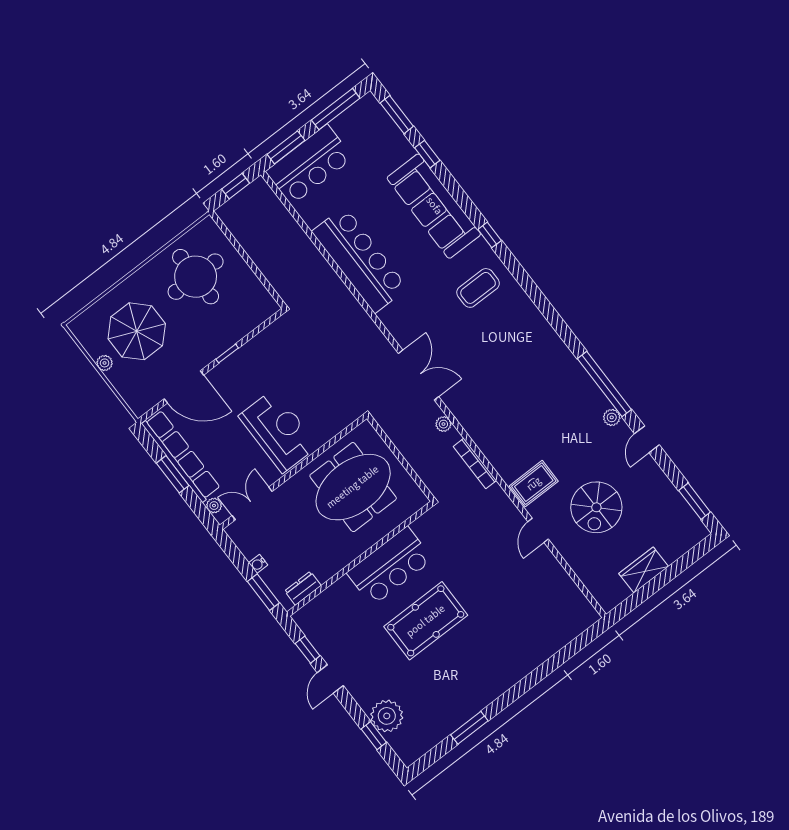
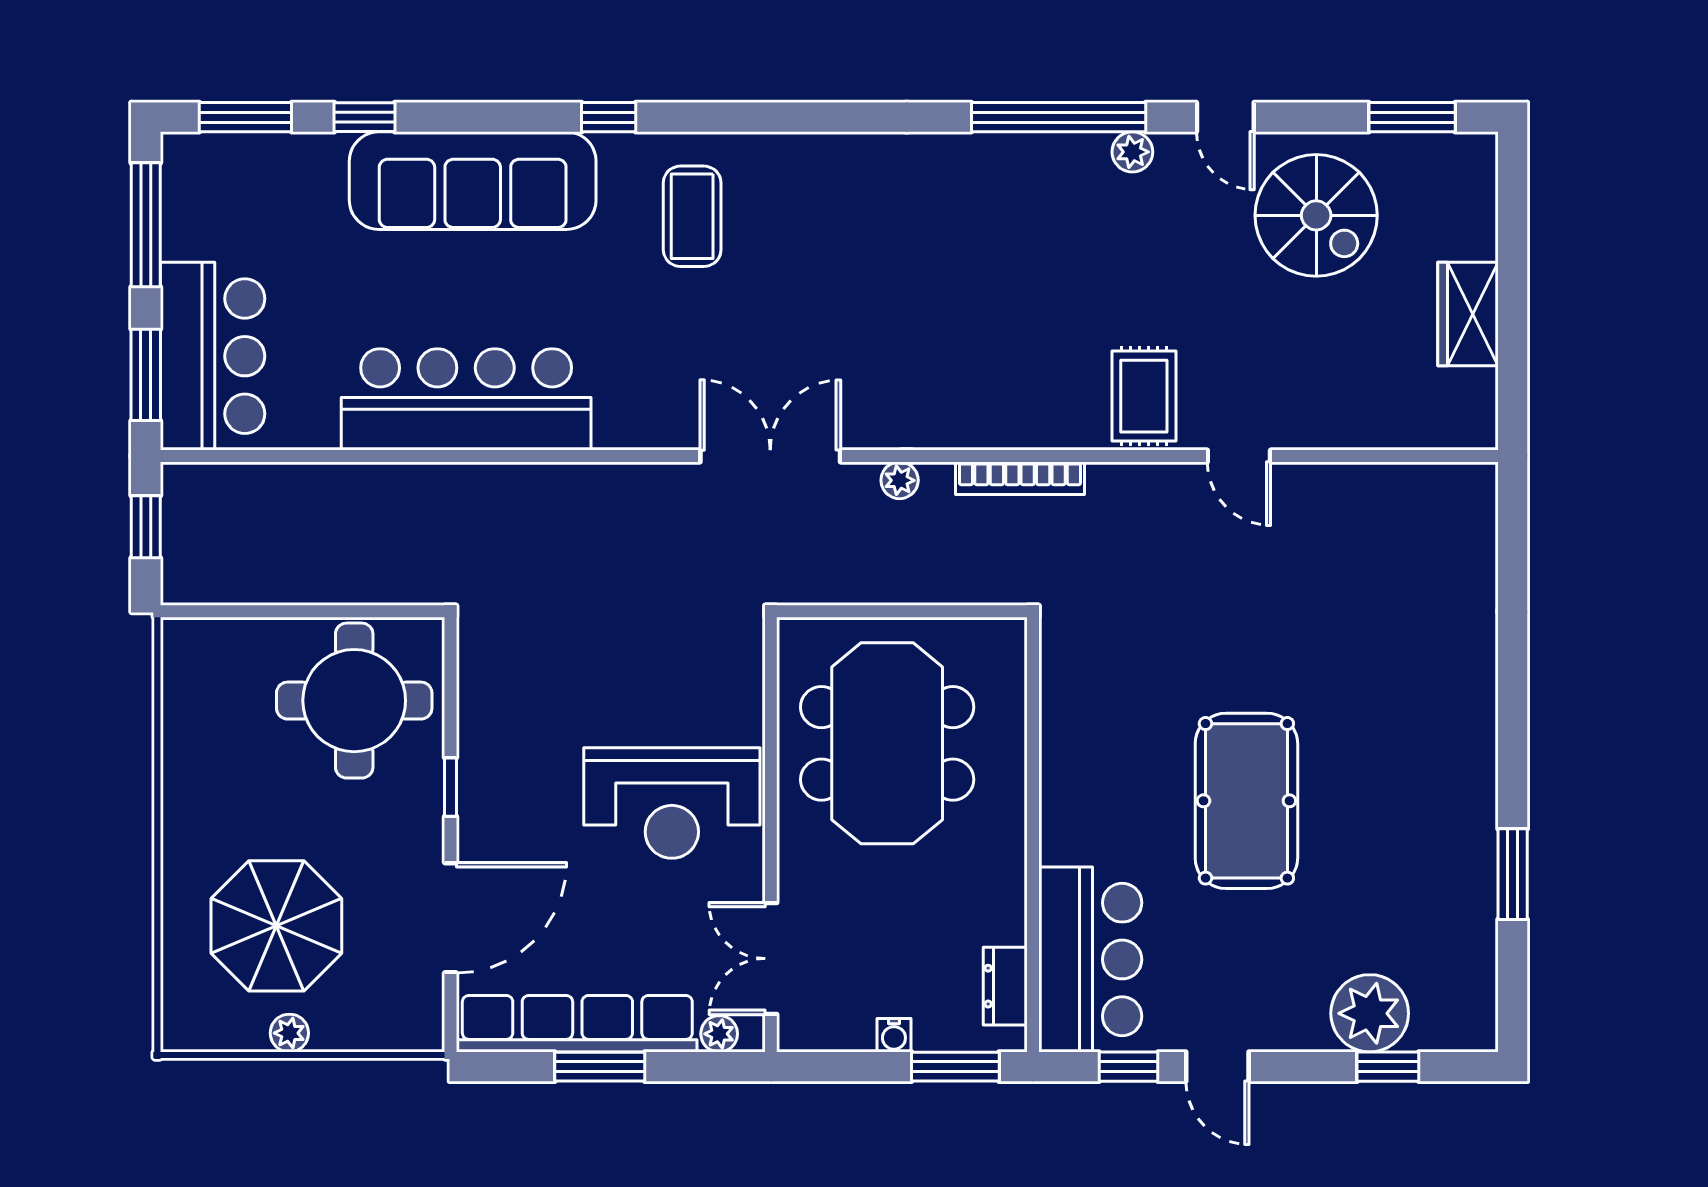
round table: (196, 277) -> (354, 701), moved
reception desk: (278, 431) -> (672, 803), turned 180
spiral stairs: (596, 507) -> (1316, 215), moved
bar counter: (390, 566) -> (1090, 959), moved

